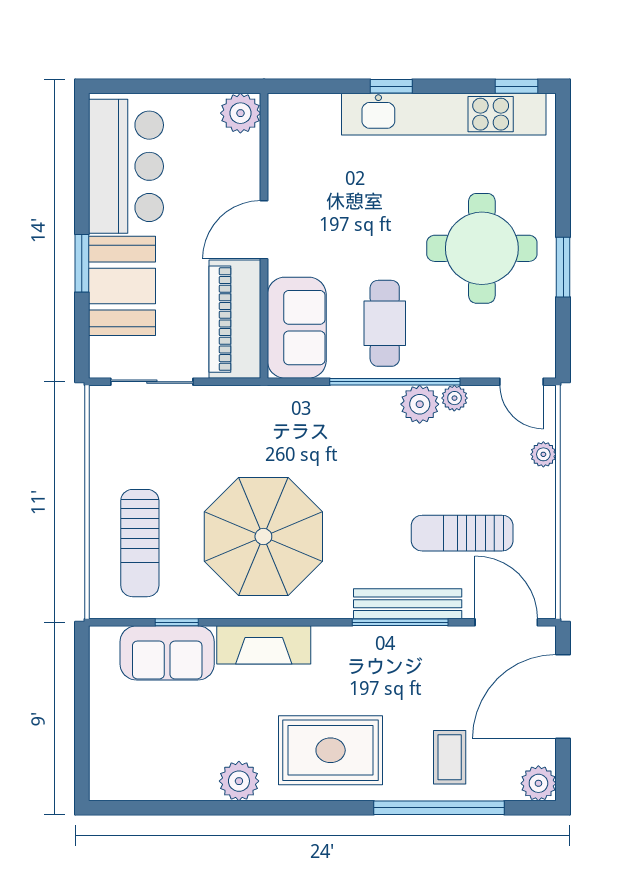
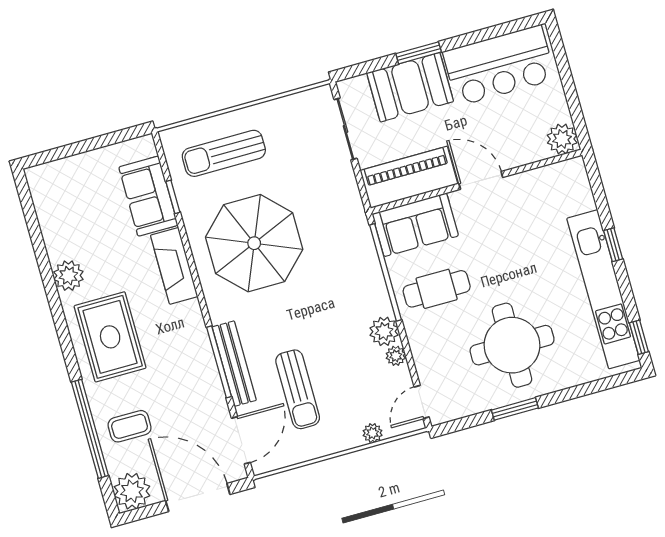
window: (395, 382) -> (386, 272), moved
sun lounger: (462, 533) -> (298, 389), turned 180
plant: (538, 783) -> (132, 491), width x1.36, depth x1.36

